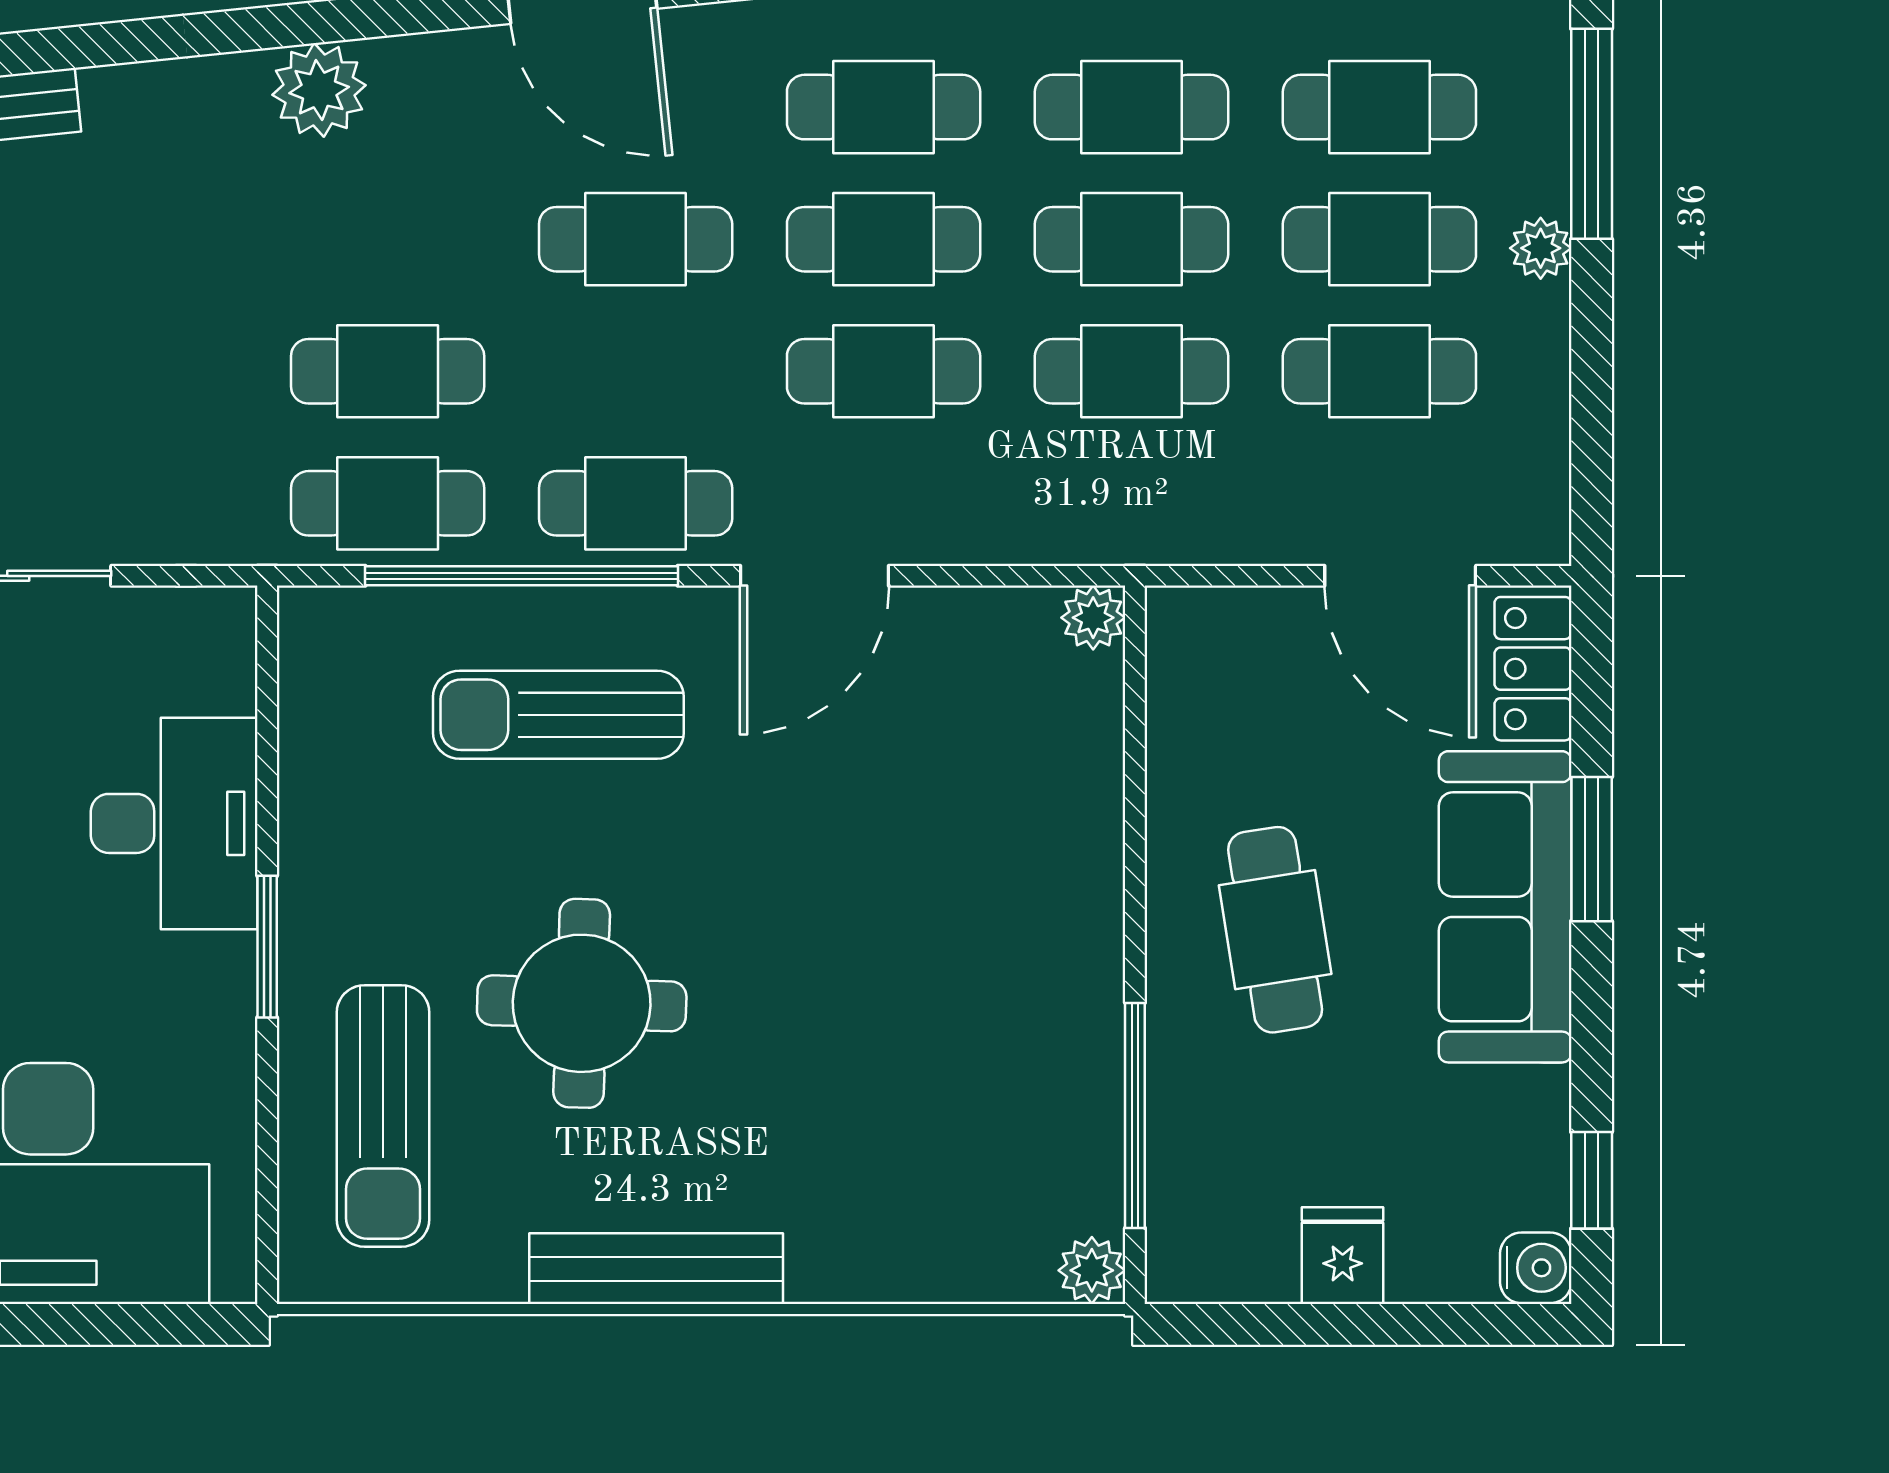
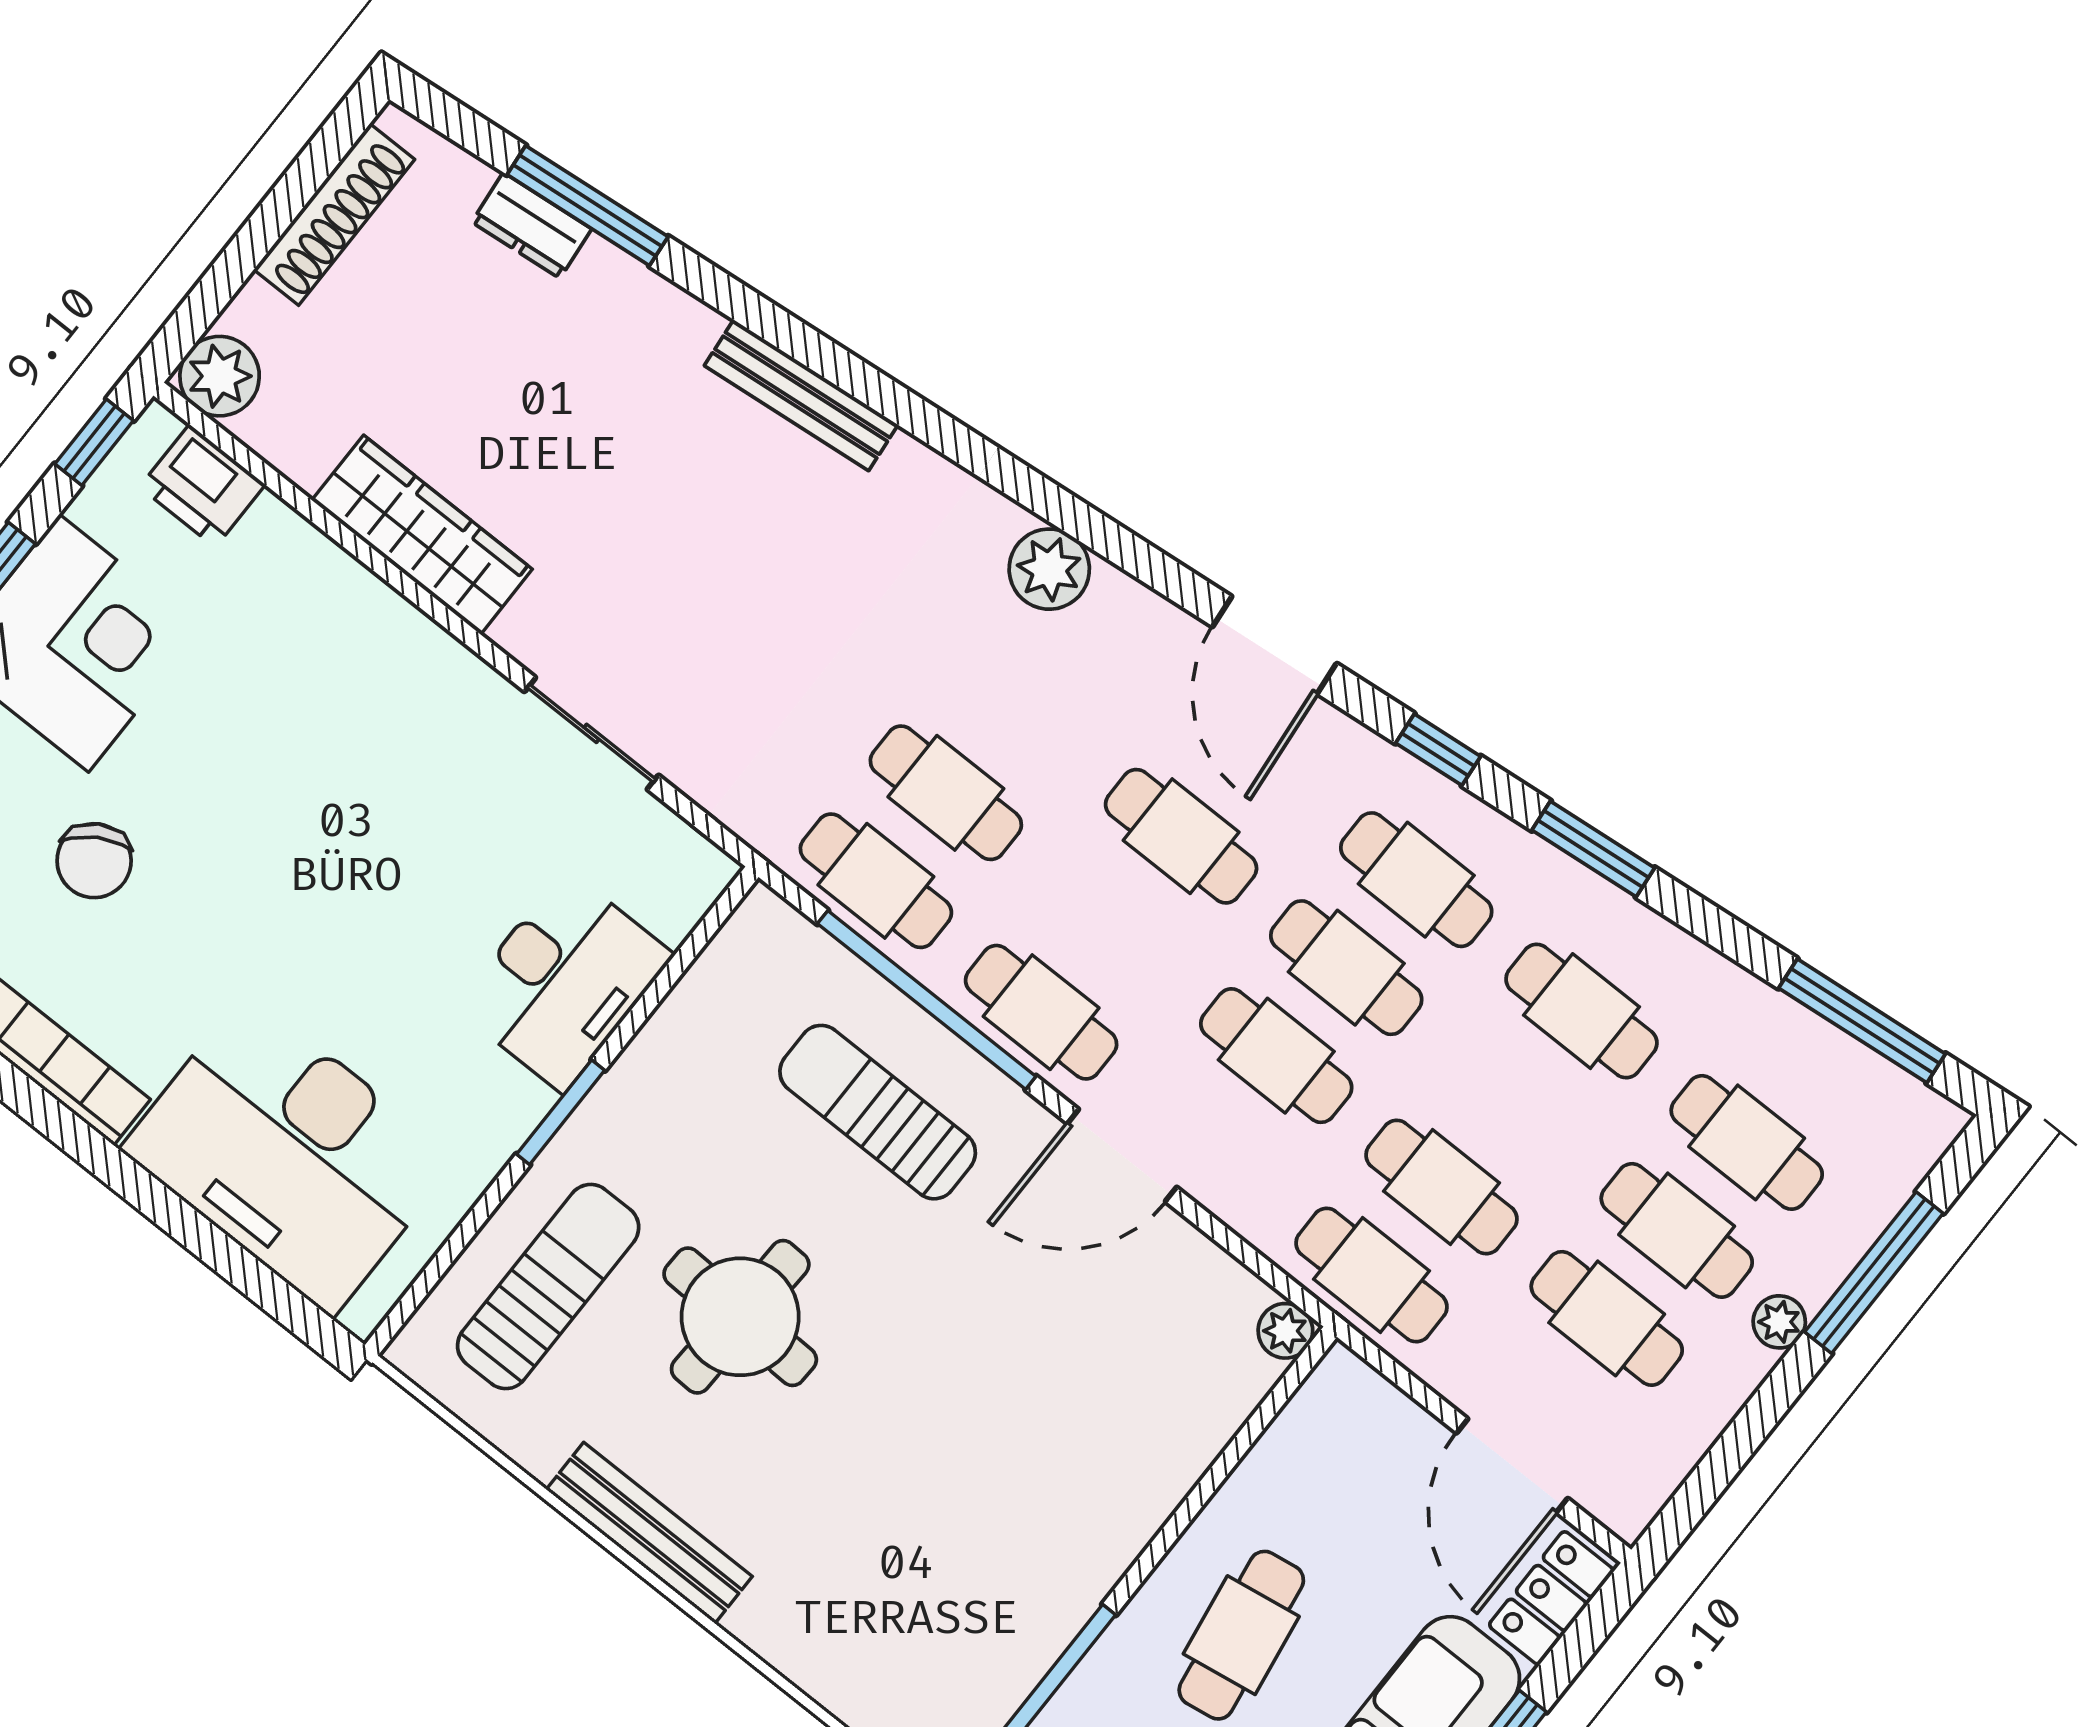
cafe table: (1131, 239) -> (1371, 1275), moved
sun lounger: (383, 1116) -> (548, 1287), turned 180

